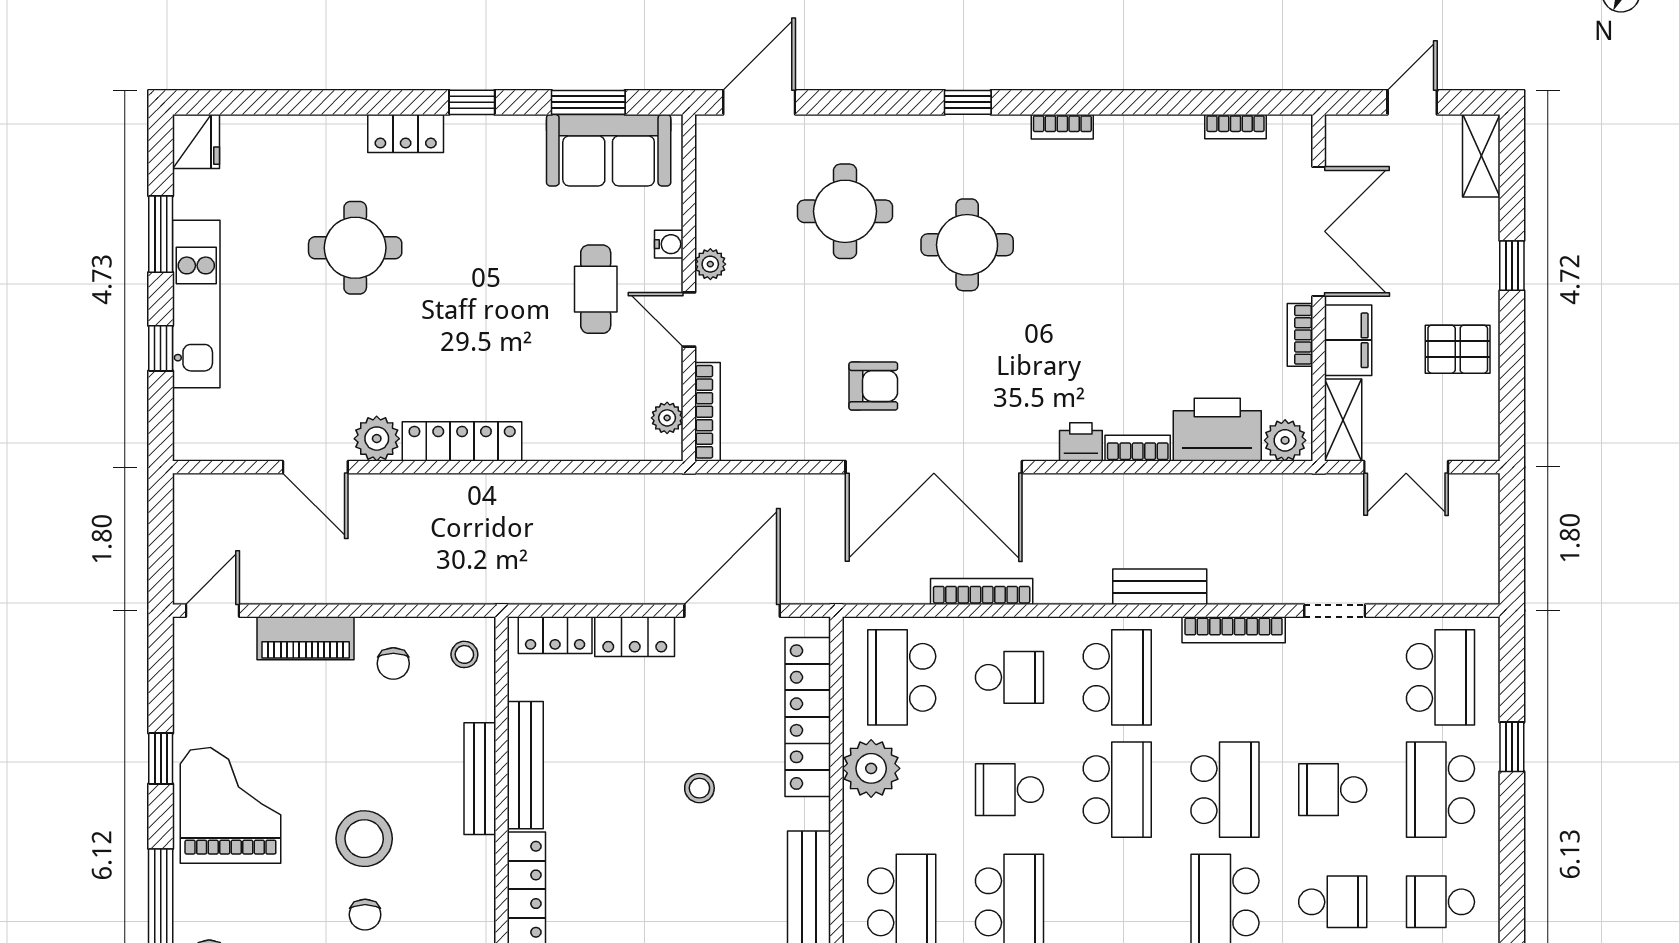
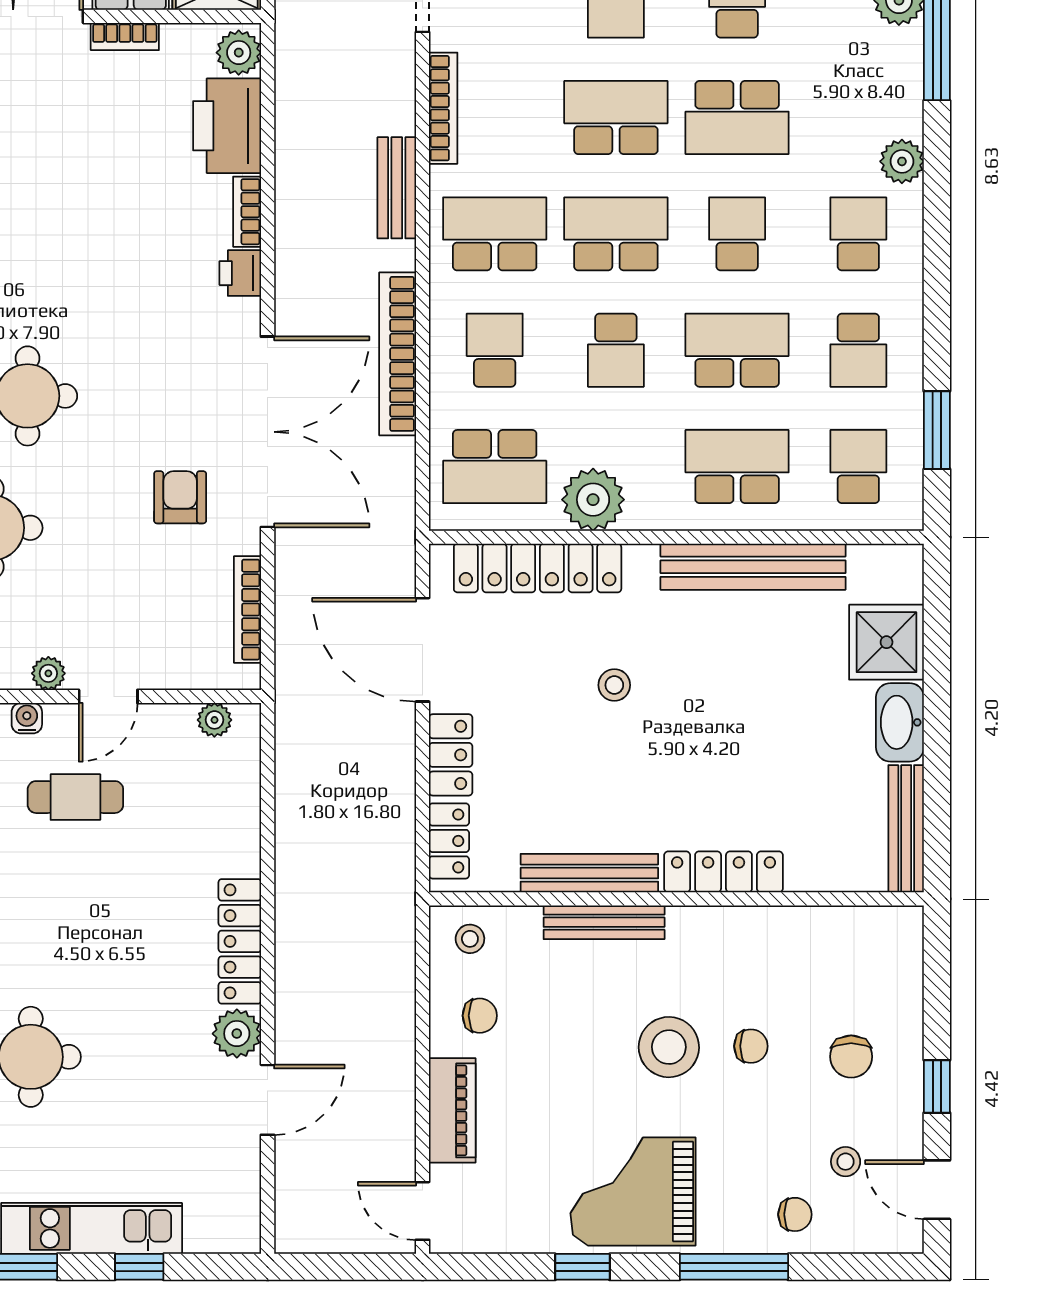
bookcase: (707, 412) -> (247, 610), moved, turned -90
bookcase: (982, 592) -> (398, 354), width x1.48, depth x1.31
school desk: (1117, 902) -> (737, 234), added

